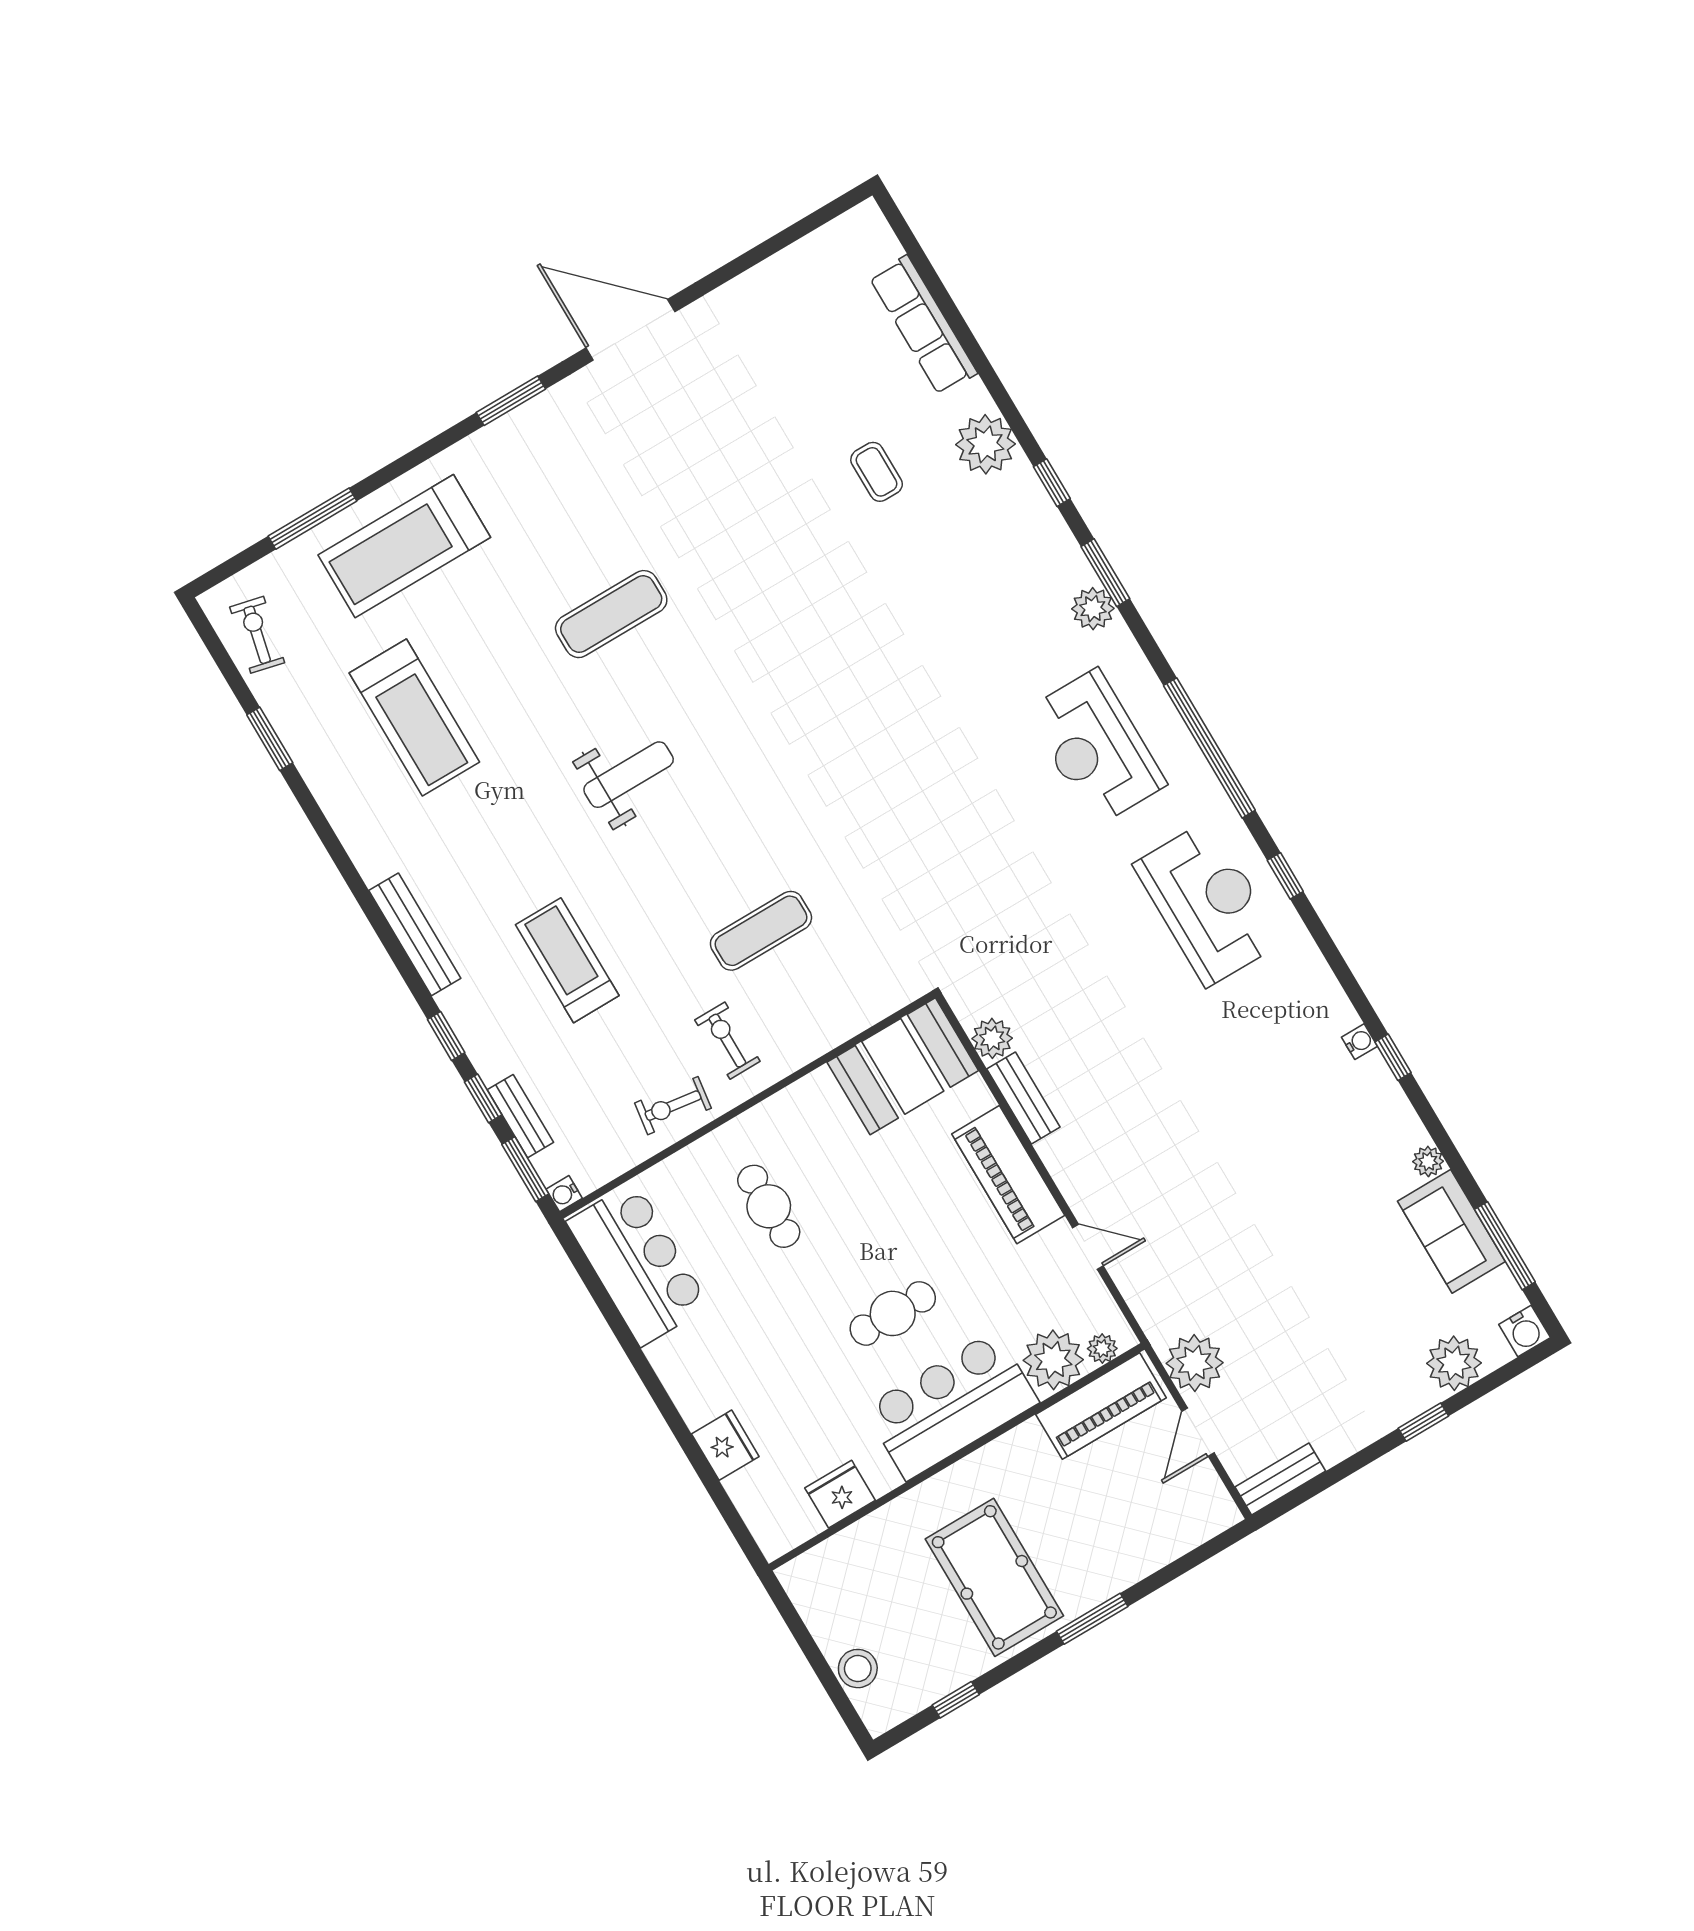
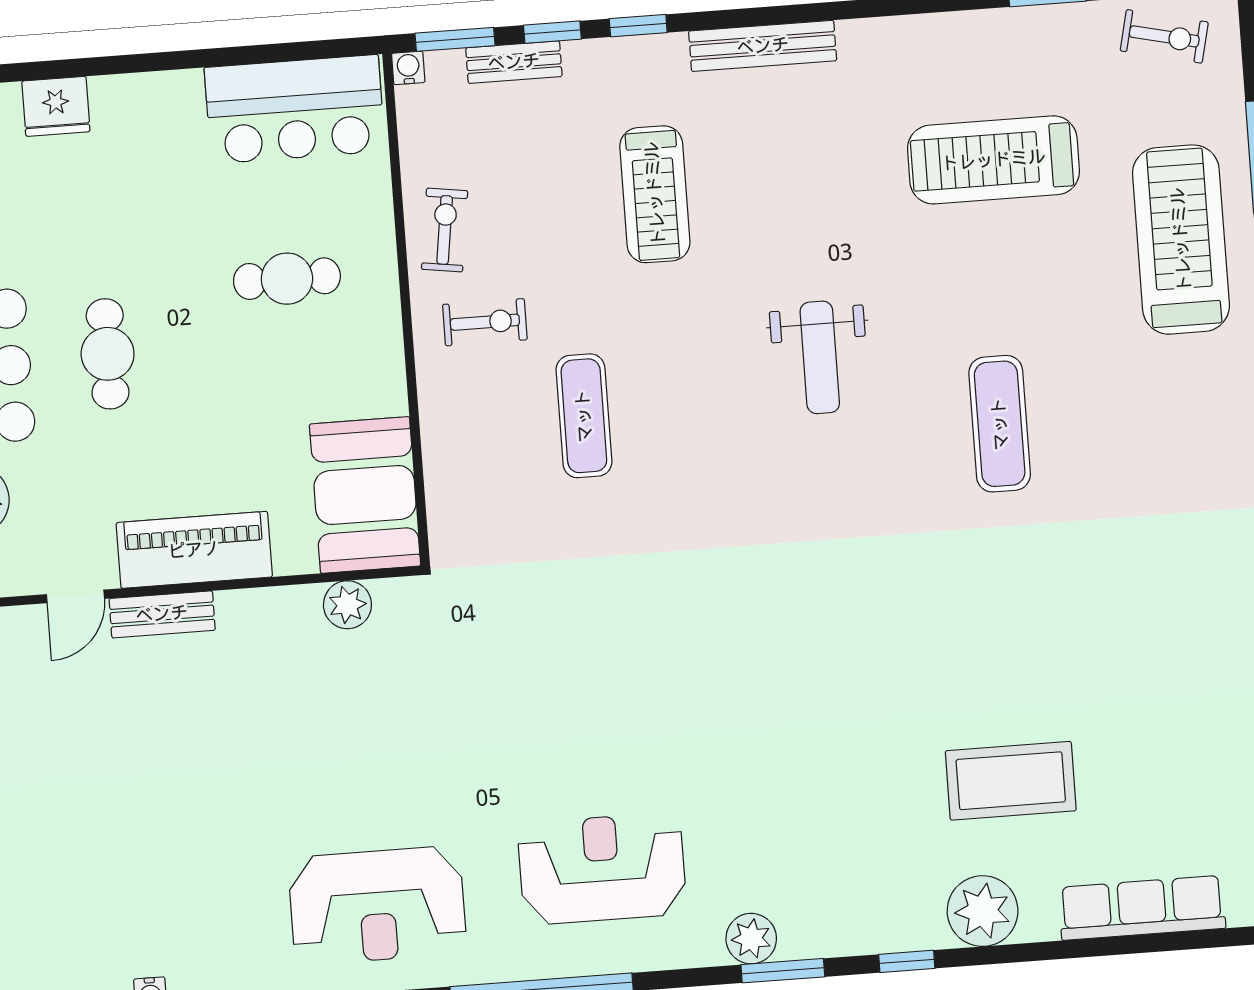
coffee table: (877, 472) -> (1011, 781), width x1.86, depth x1.72
treadmill: (567, 960) -> (655, 194), turned 90
bench: (1023, 1098) -> (162, 614), moved

